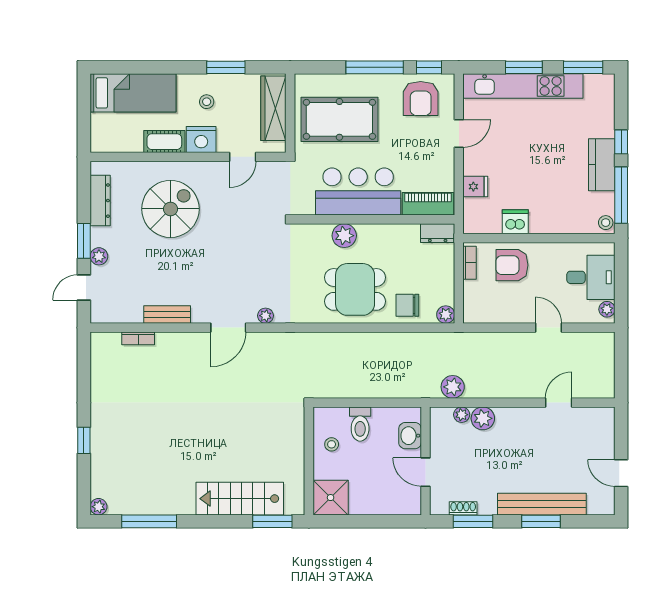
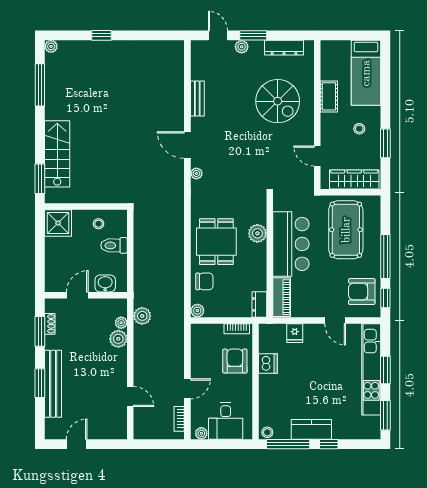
nightstand: (201, 140) -> (331, 125), removed
chair: (407, 305) -> (204, 281), turned 90
bookcase: (138, 338) -> (179, 419), moved

